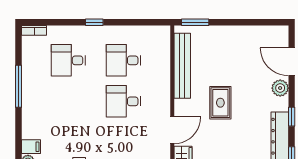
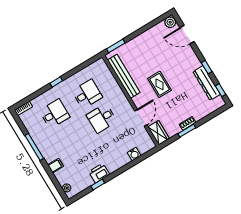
desk: (68, 60) -> (54, 114), turned 180
desk: (123, 60) -> (87, 94), turned 180
plant: (280, 88) -> (170, 22), moved
filing cabinet: (31, 147) -> (56, 166), moved

